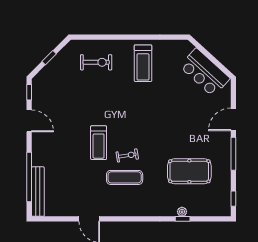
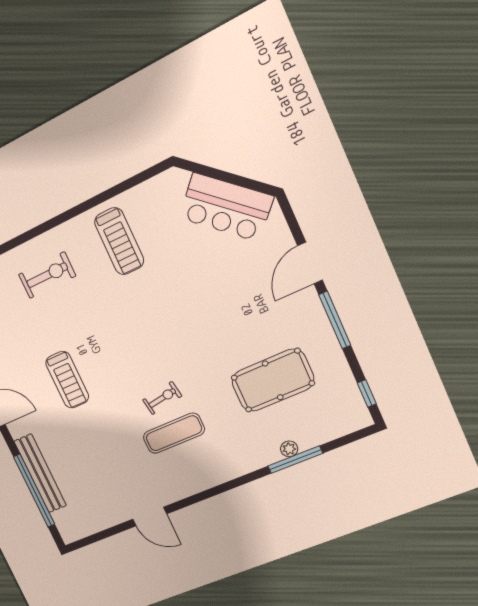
treadmill: (99, 143) -> (67, 380), moved
bench: (38, 192) -> (40, 473), moved
window: (183, 219) -> (295, 460), width x2.17

